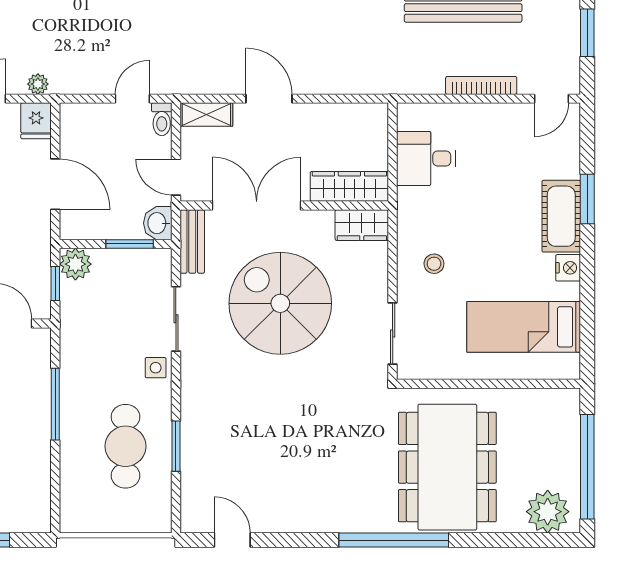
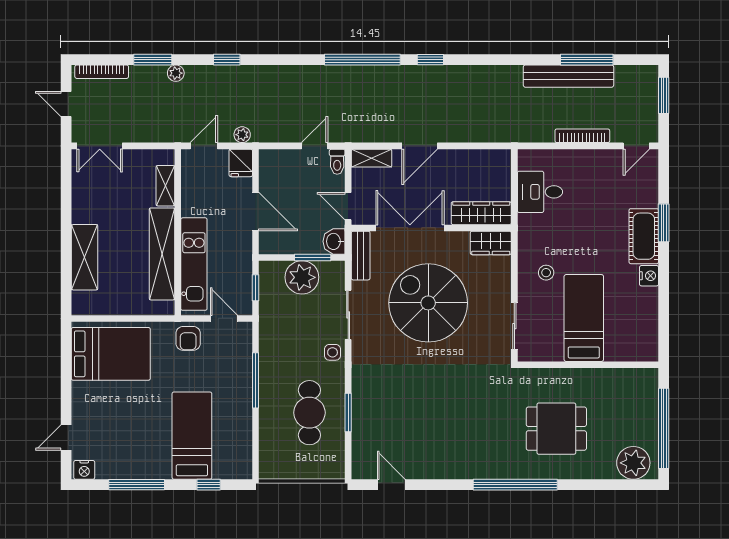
door: (269, 99) -> (420, 146), swing flipped
plant: (75, 264) -> (302, 277), moved, width x1.36, depth x1.36
bed: (524, 327) -> (584, 318), moved, turned 90
dining table: (447, 467) -> (556, 429), width x0.53, depth x0.80

